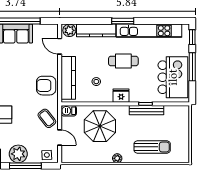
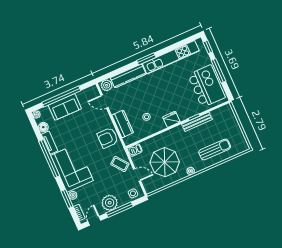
cafe table: (123, 61) -> (161, 91), removed
kitchen counter: (68, 78) -> (123, 124), width x0.67
parasol: (100, 126) -> (165, 162), moved

